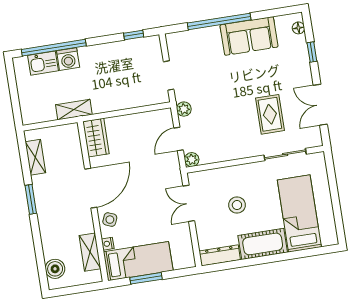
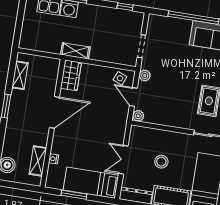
shelving: (74, 110) -> (75, 51), moved
door: (179, 139) -> (133, 97), hinge flipped
double door: (189, 203) -> (123, 160), moved
side table: (110, 220) -> (120, 78), moved
bed: (138, 261) -> (91, 183), moved, turned 180

